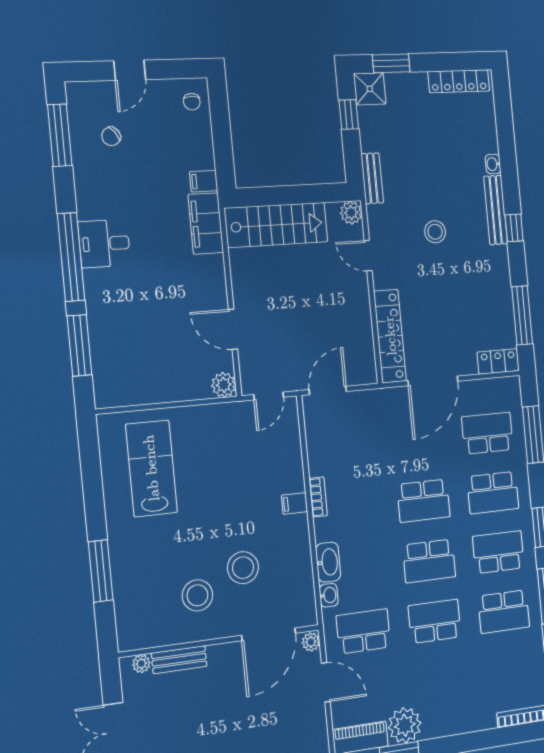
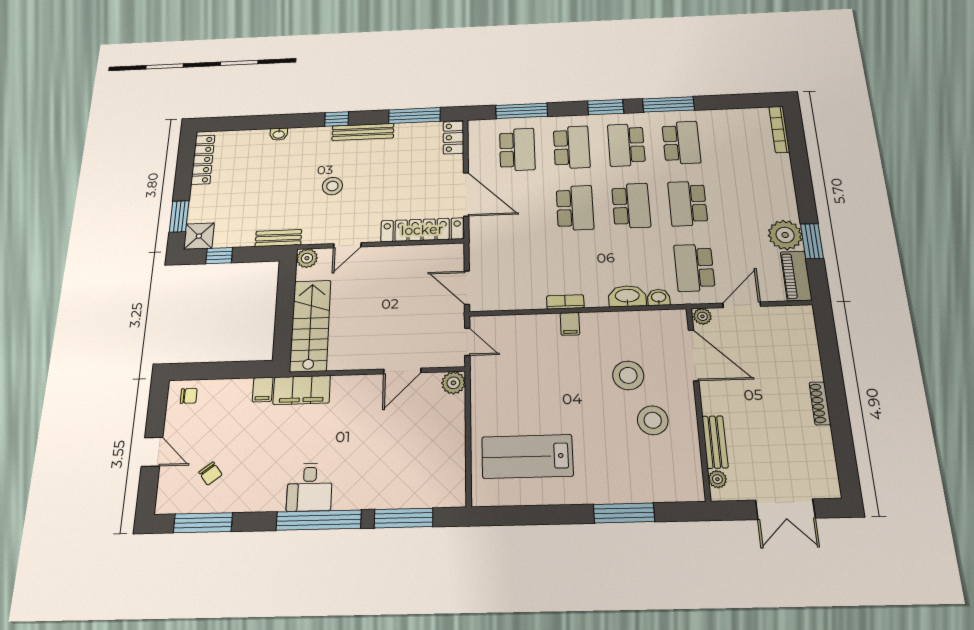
bench: (496, 210) -> (363, 132), moved
school desk: (487, 433) -> (517, 150), turned 180

